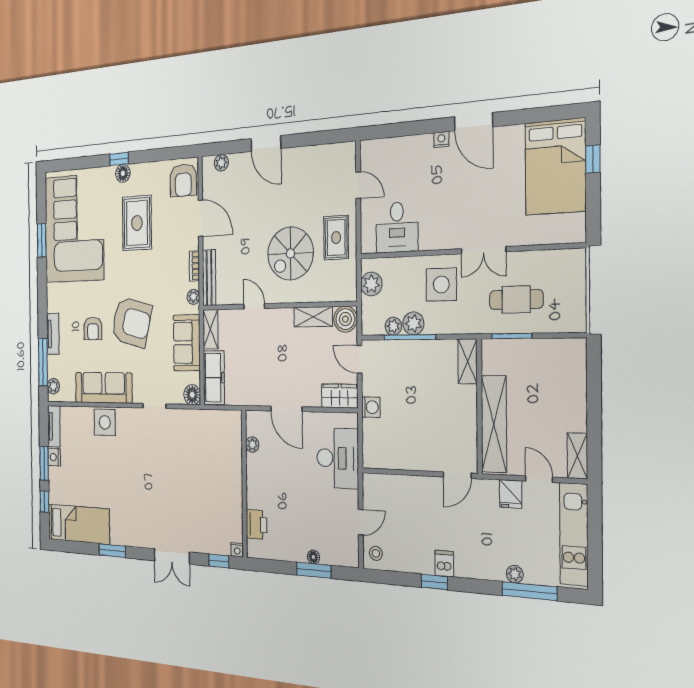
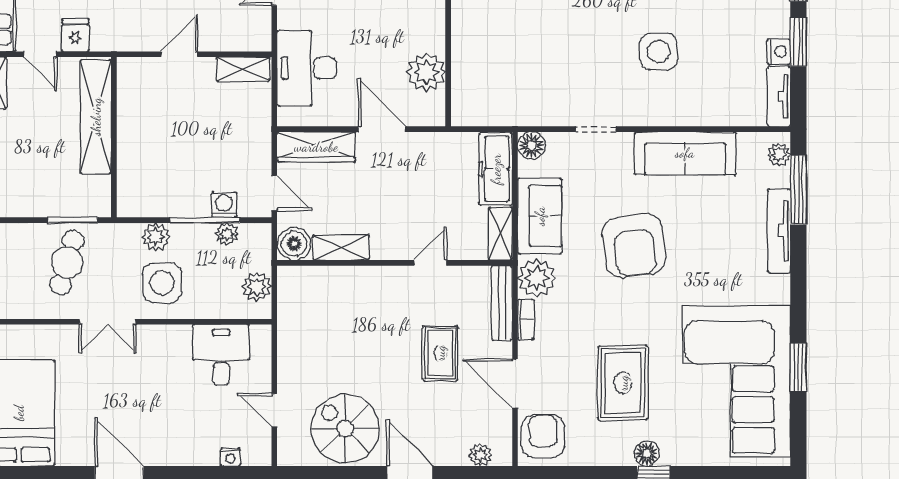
nightstand: (441, 139) -> (230, 457), moved
rug: (336, 238) -> (440, 353), moved
double door: (483, 250) -> (108, 322), swing flipped
spiral stairs: (290, 253) -> (345, 429), moved, turned -90
plant: (193, 297) -> (537, 278), width x1.88, depth x1.88
cafe table: (516, 300) -> (67, 263), turned -74
door: (254, 306) -> (430, 263), swing flipped
armchair: (131, 322) -> (634, 245), turned -111
plant: (413, 323) -> (156, 237), moved
armchair: (93, 329) -> (704, 237), removed
tv unit: (53, 334) -> (779, 231), width x1.41
shelving: (468, 361) -> (243, 69), moved, turned 90
wardrobe: (340, 396) -> (316, 147), width x1.50
washing machine: (371, 407) -> (224, 205), moved, turned 90
side table: (105, 422) -> (659, 51), moved
plant: (252, 445) -> (426, 72), width x1.88, depth x1.88
door: (457, 475) -> (179, 54), moved

